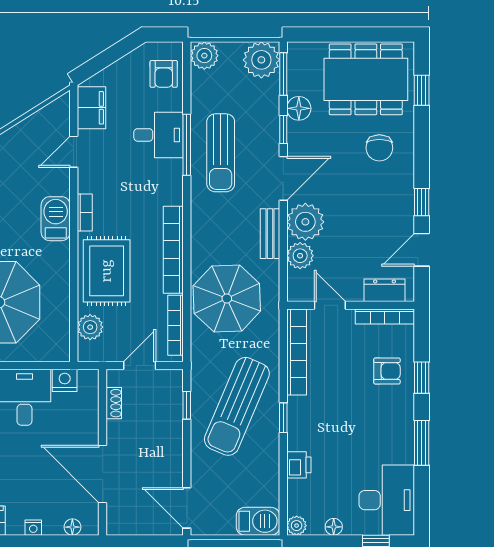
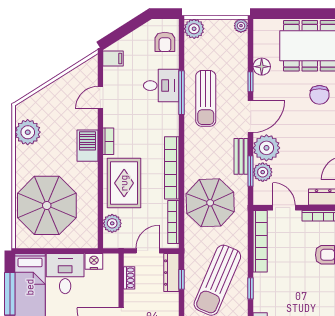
plant: (261, 60) -> (241, 26), width x0.53, depth x0.53
window: (283, 74) -> (251, 171), moved
filing cabinet: (91, 108) -> (113, 59), width x0.50
dresser: (173, 396) -> (171, 273), added

